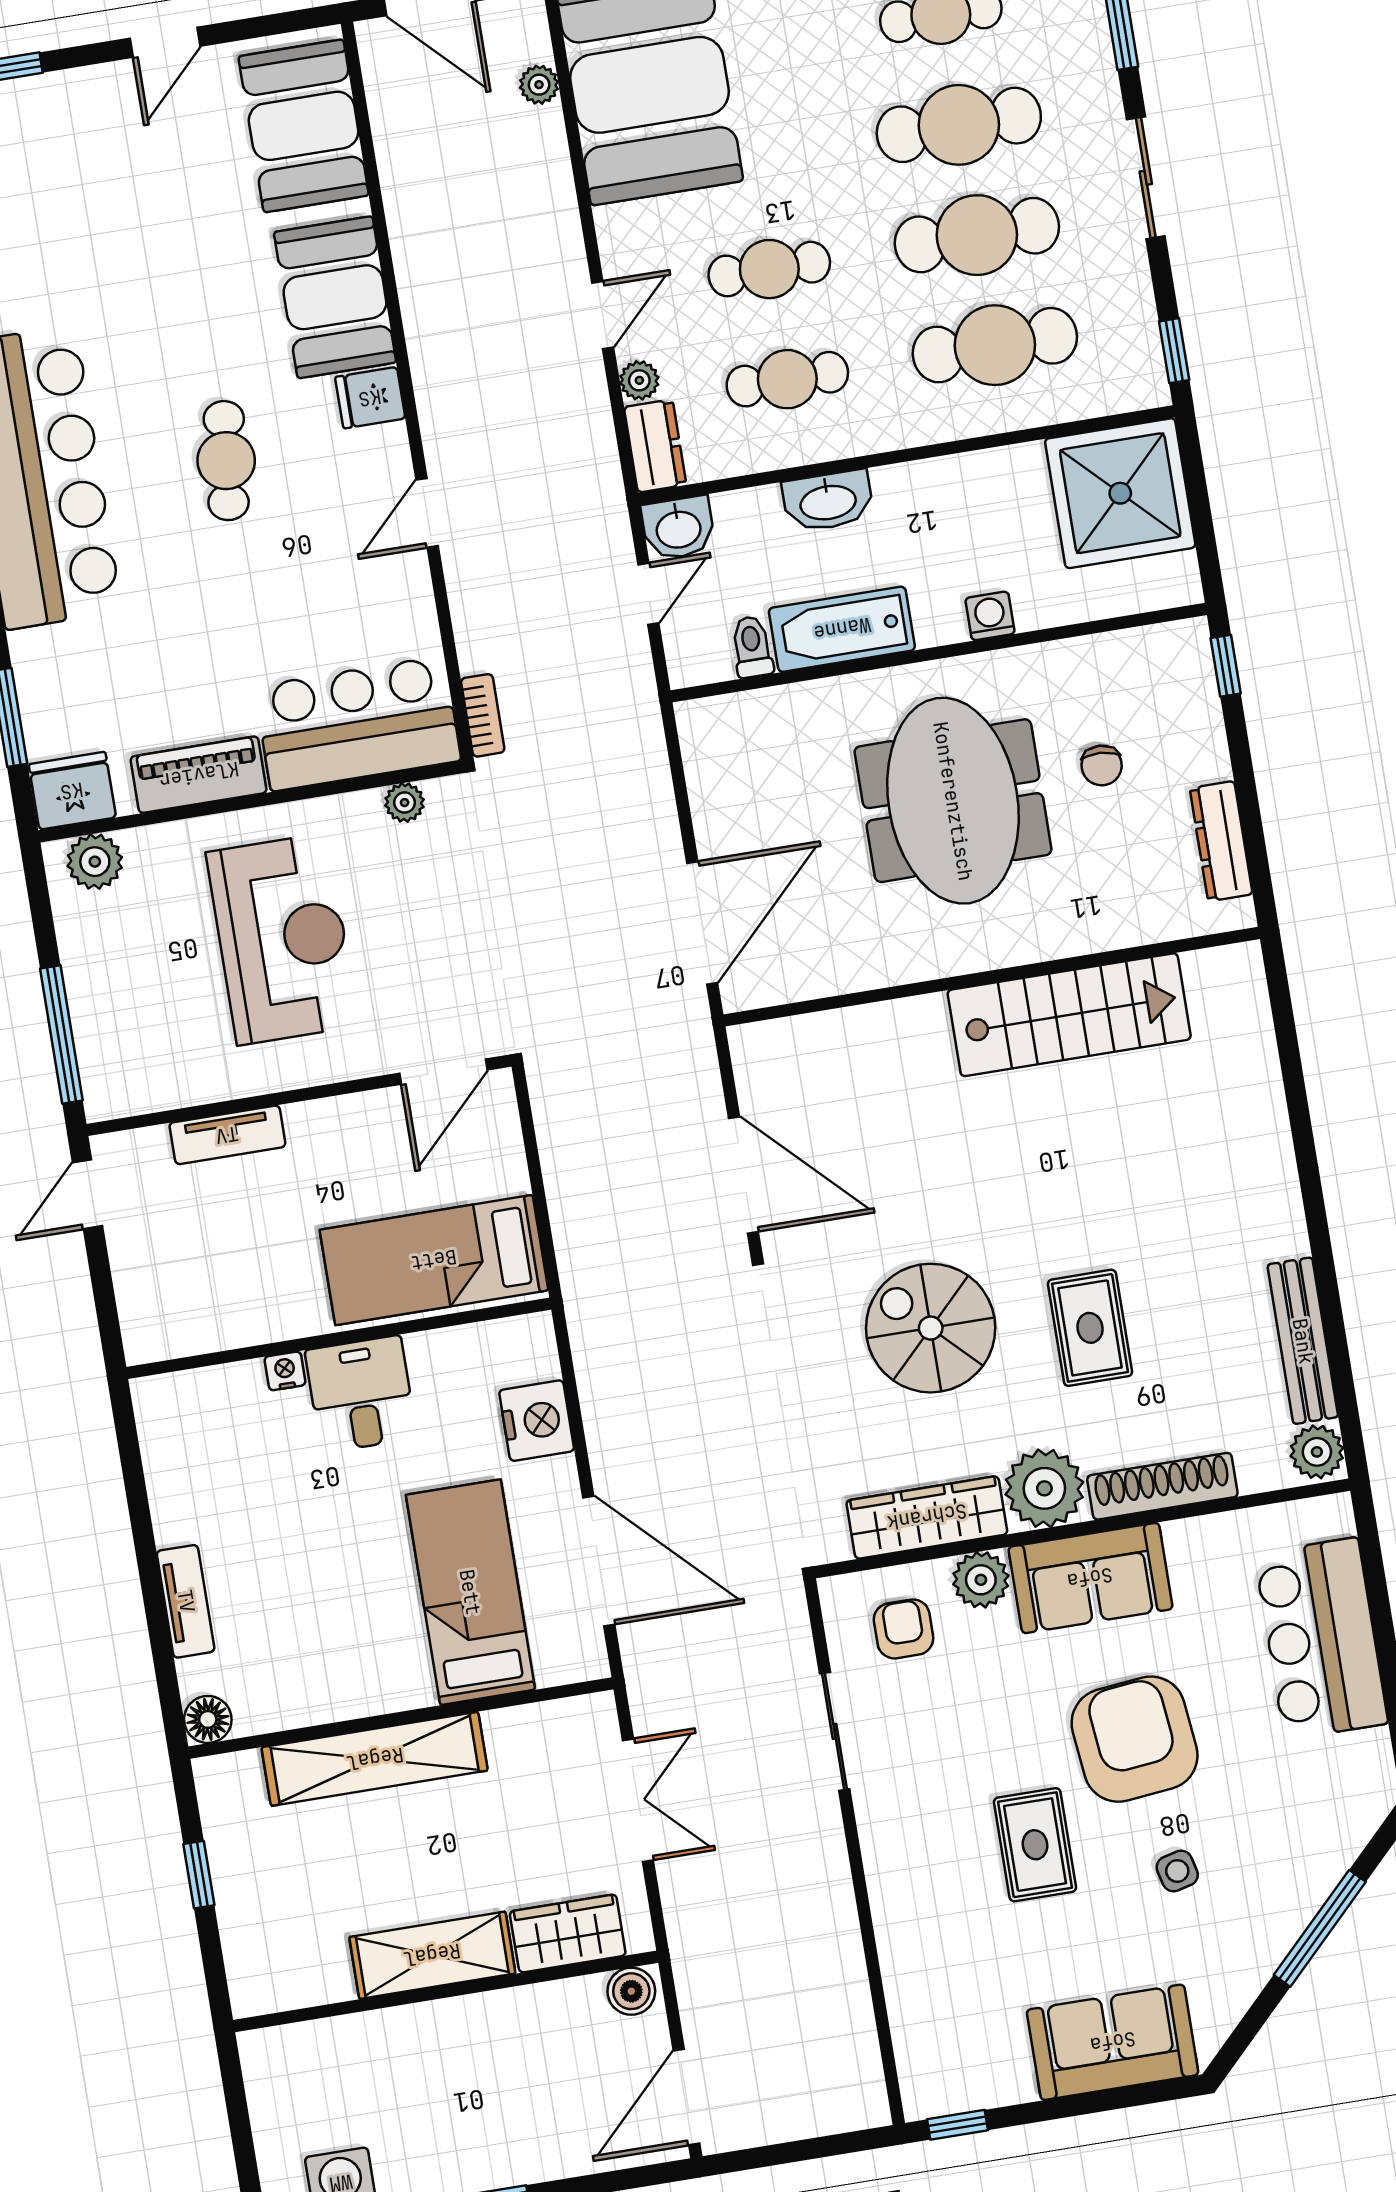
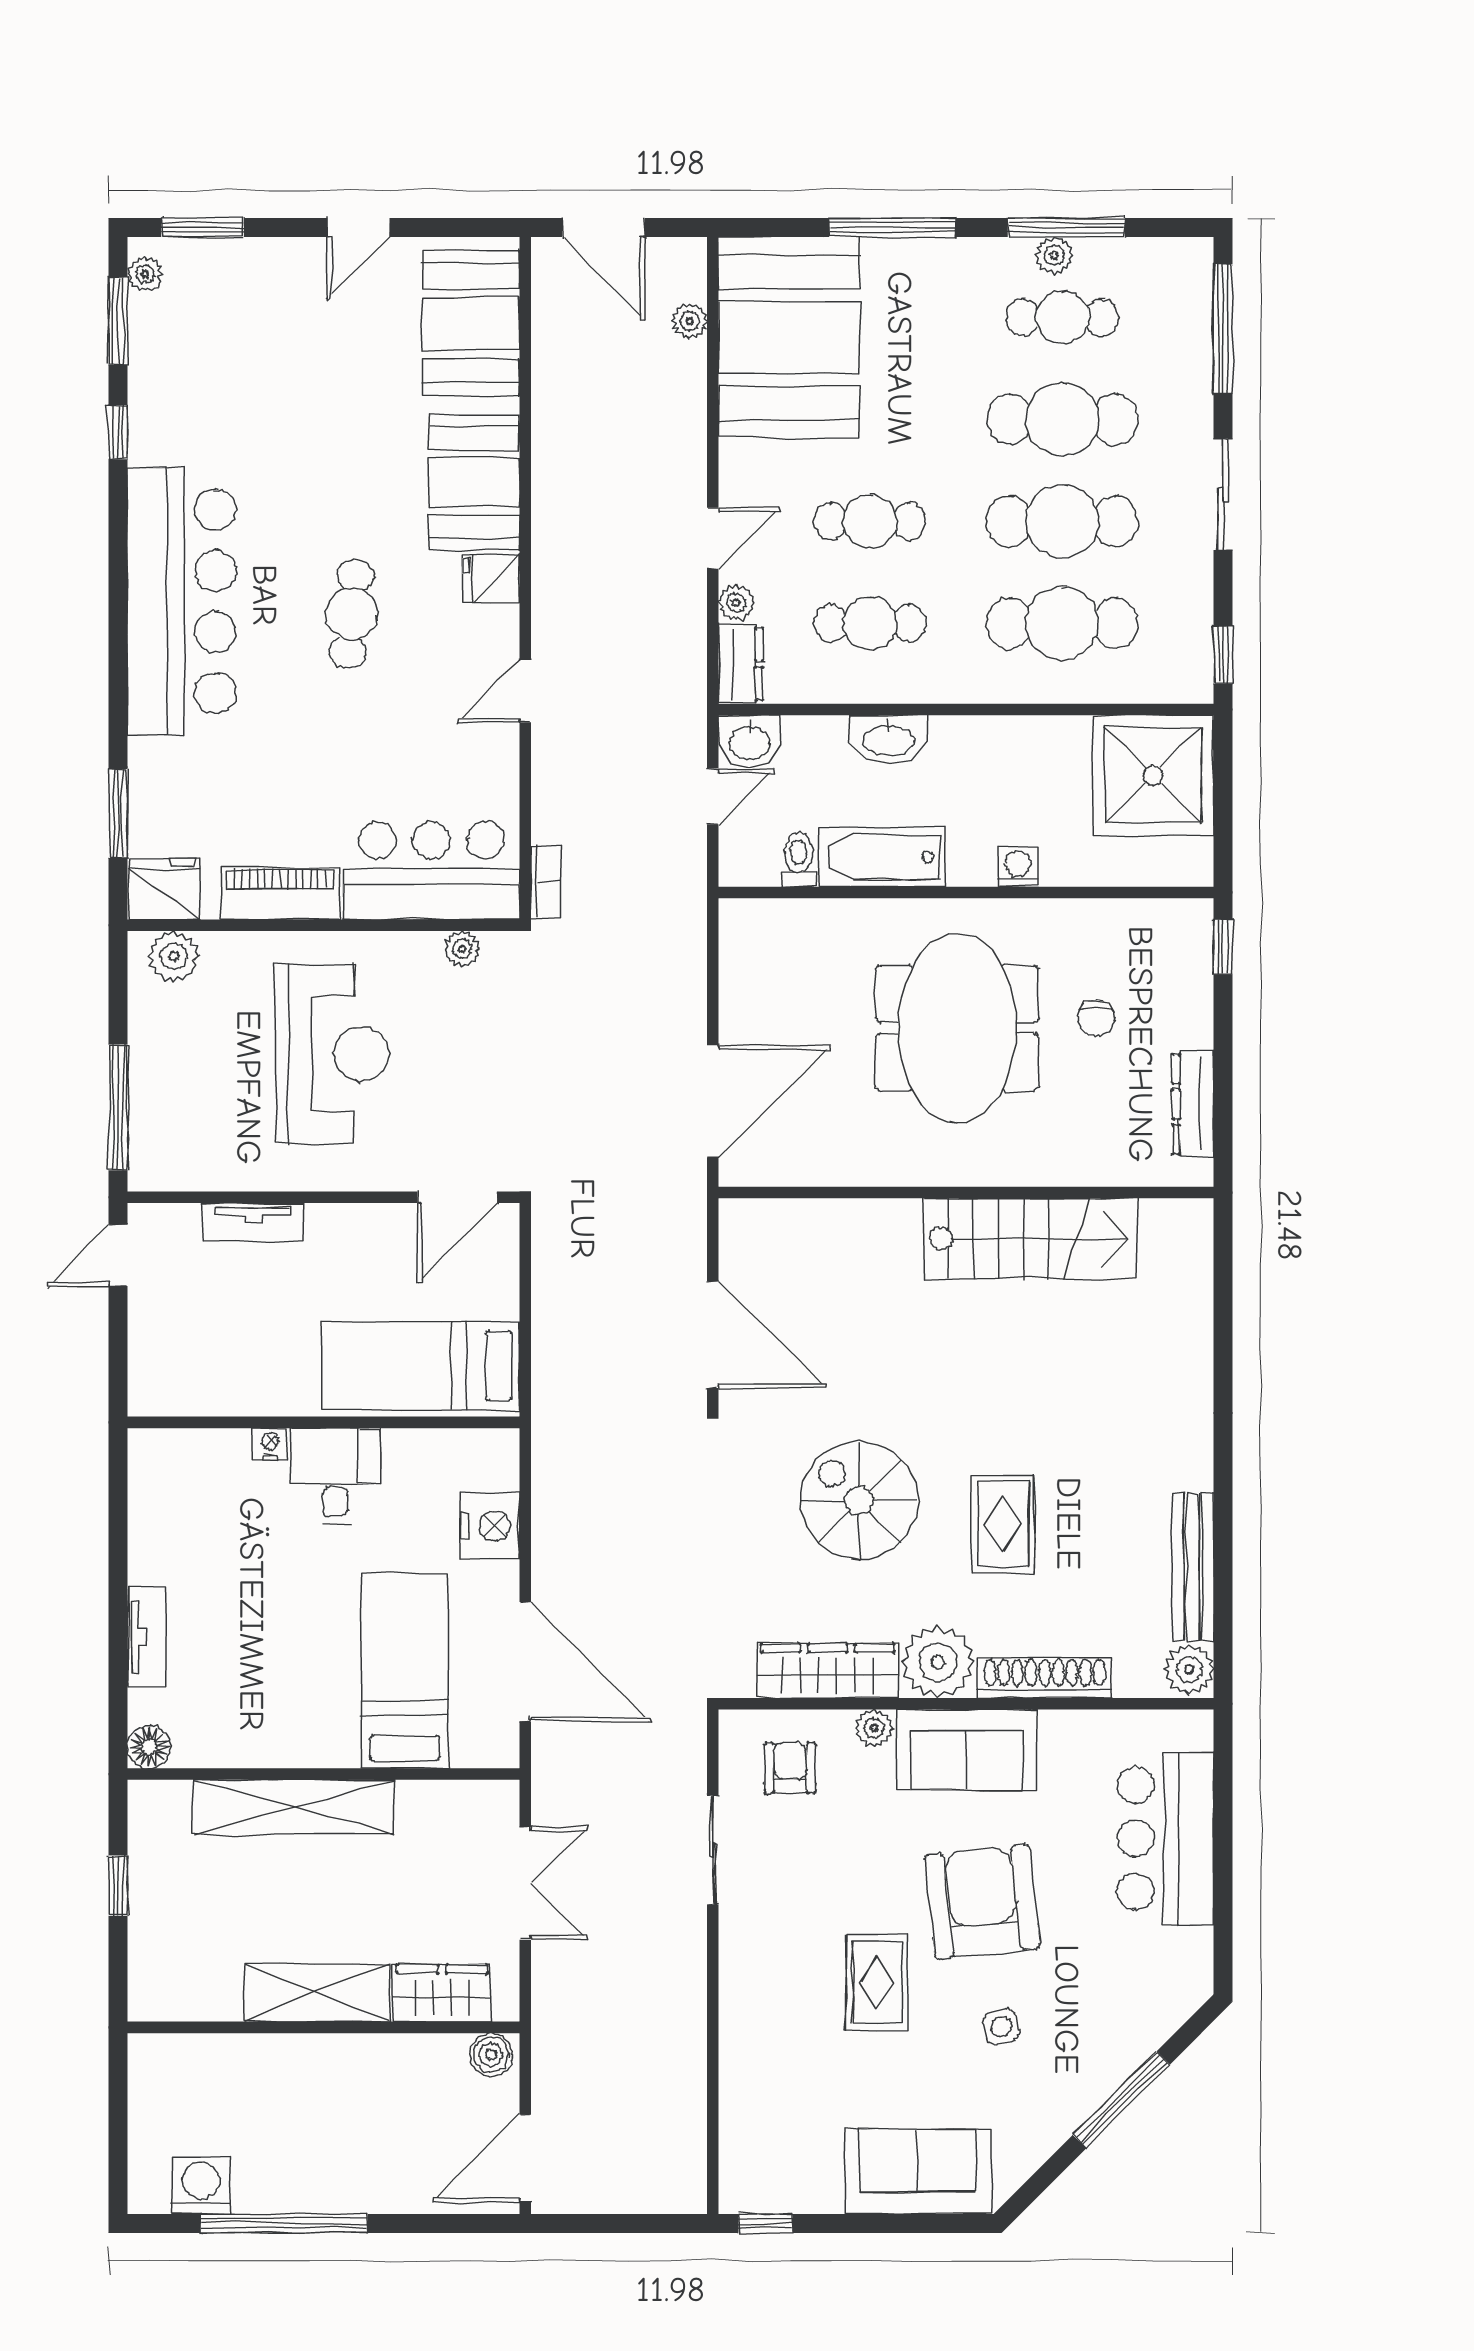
plant: (981, 1580) -> (874, 1728), width x0.73, depth x0.73

